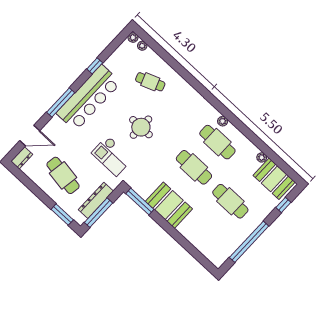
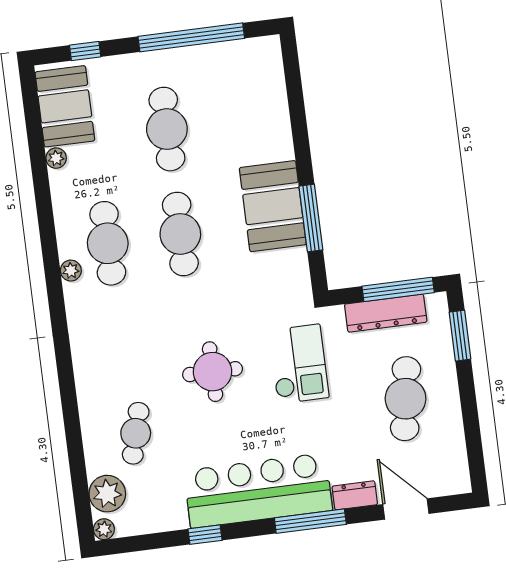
plant: (142, 46) -> (107, 494), width x1.88, depth x1.88
cafe table: (150, 82) -> (136, 433), turned 36
dresser: (22, 158) -> (355, 495), moved
window: (140, 201) -> (311, 218), moved

